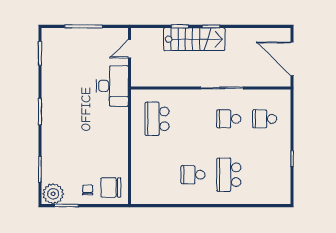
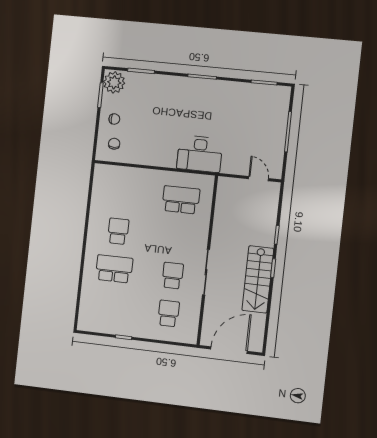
stairs: (194, 39) -> (258, 279), moved
desk: (112, 86) -> (200, 154), moved
chair: (111, 188) -> (114, 144), width x0.54, depth x0.54

